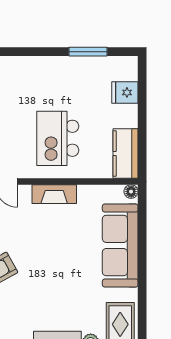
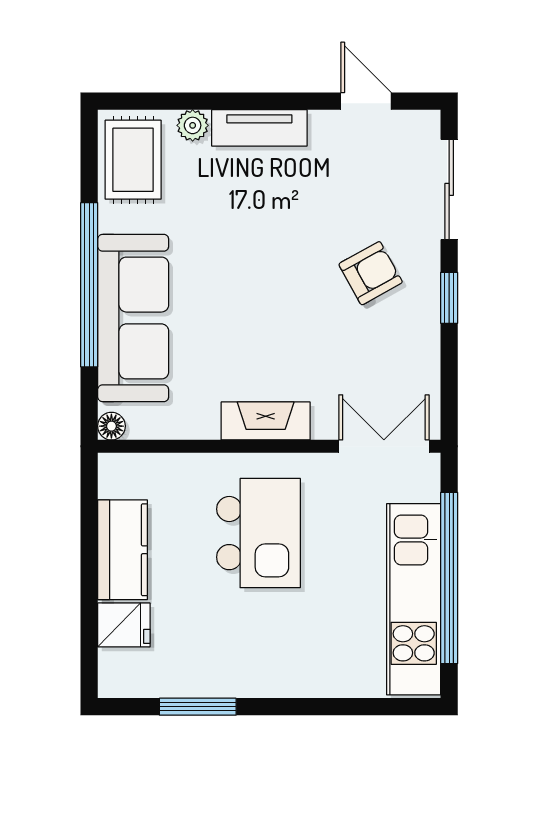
kitchen counter: (125, 154) -> (123, 550), moved
window: (142, 262) -> (89, 285), added

